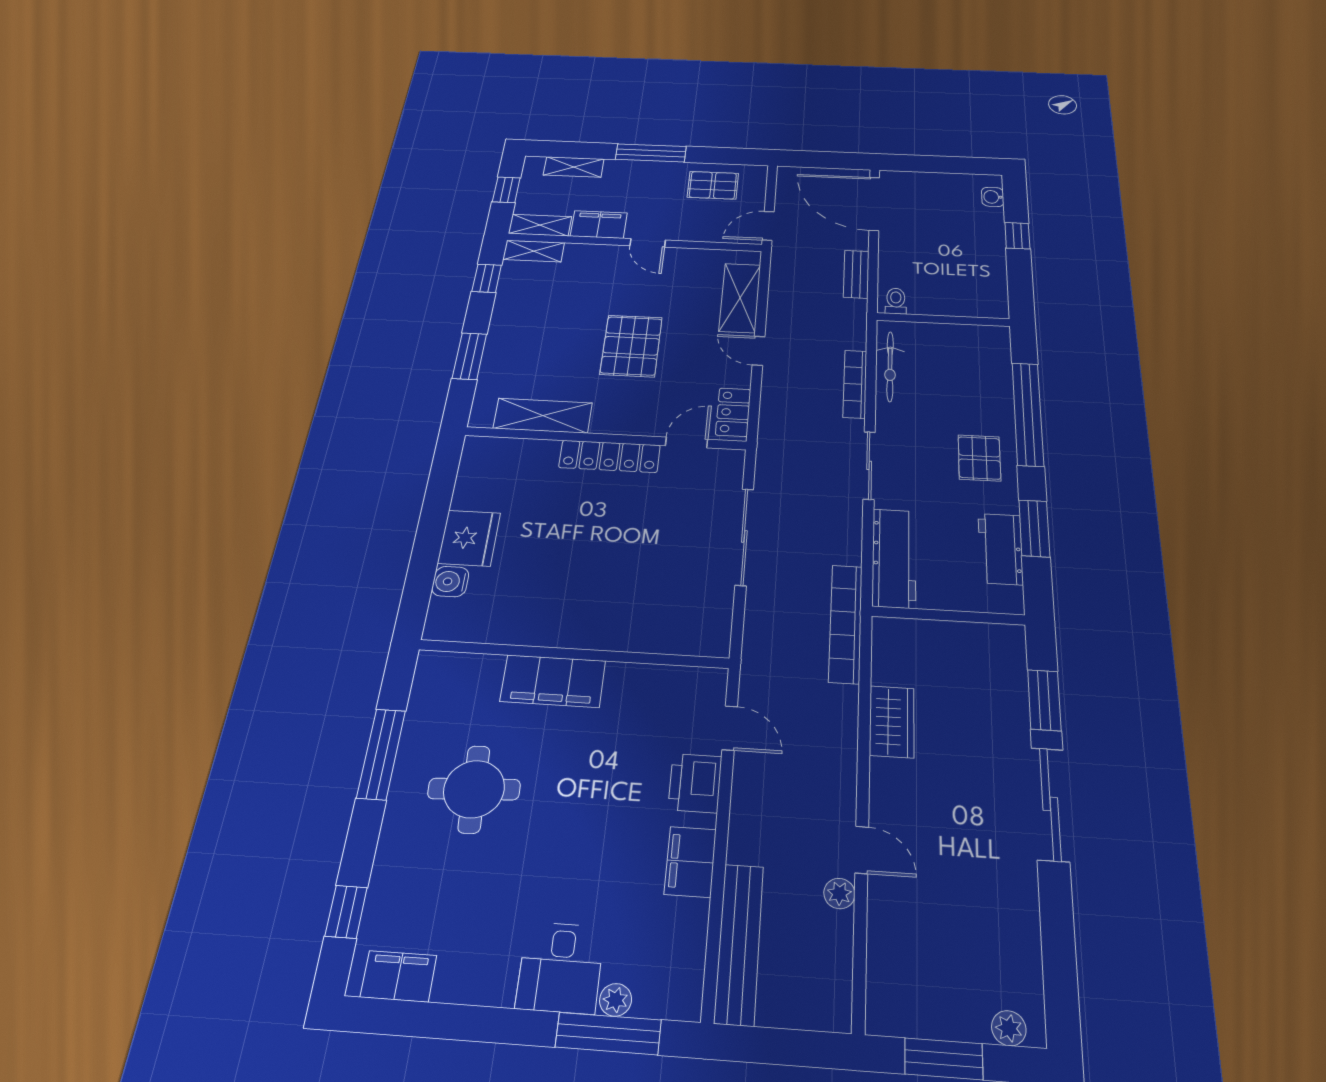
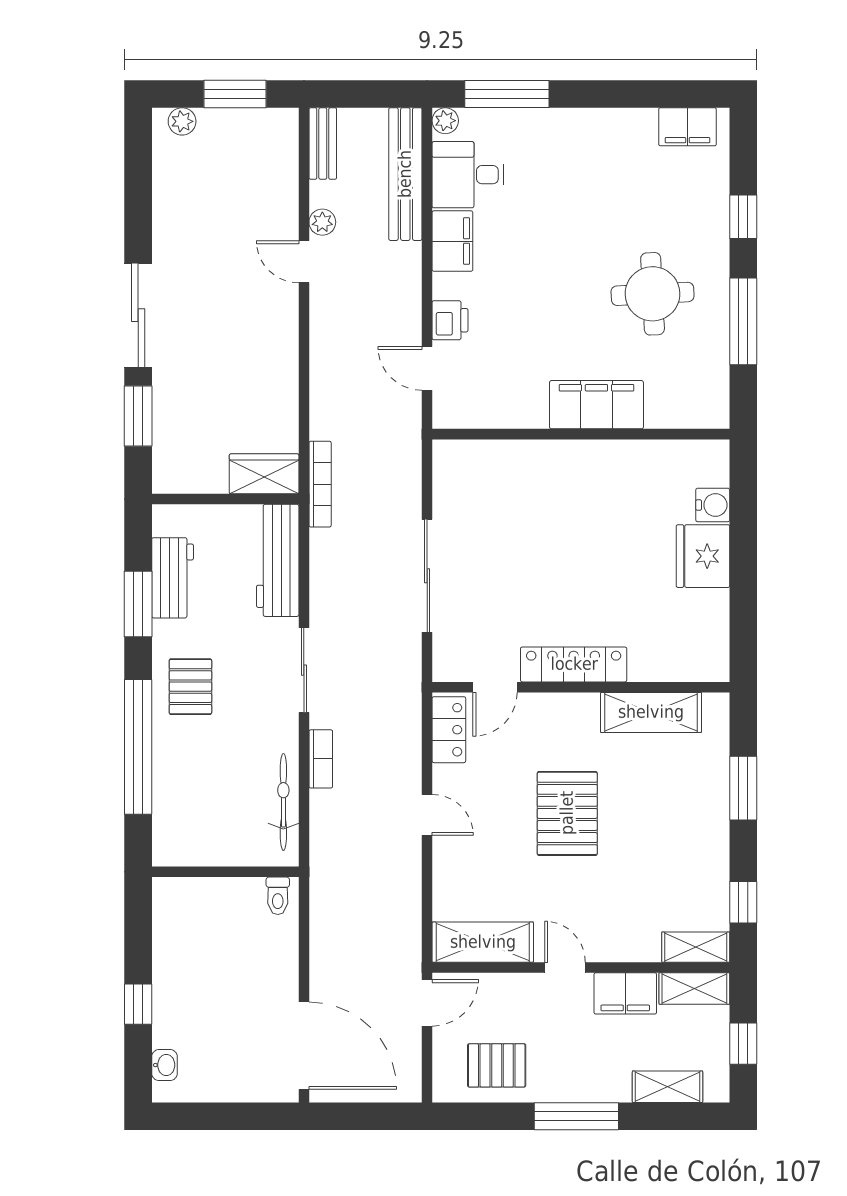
bench: (856, 274) -> (323, 144), moved
shelving: (740, 298) -> (483, 942), moved, turned 90
bookcase: (855, 384) -> (321, 759), width x0.64
bookcase: (846, 623) -> (320, 484), width x0.68, depth x0.76
wardrobe: (892, 722) -> (264, 474), moved, turned 90
printer: (695, 783) -> (450, 320), width x0.73, depth x0.81
window: (346, 912) -> (743, 217), moved
desk: (560, 967) -> (468, 175), moved, turned -90
plant: (616, 1000) -> (445, 121), moved

